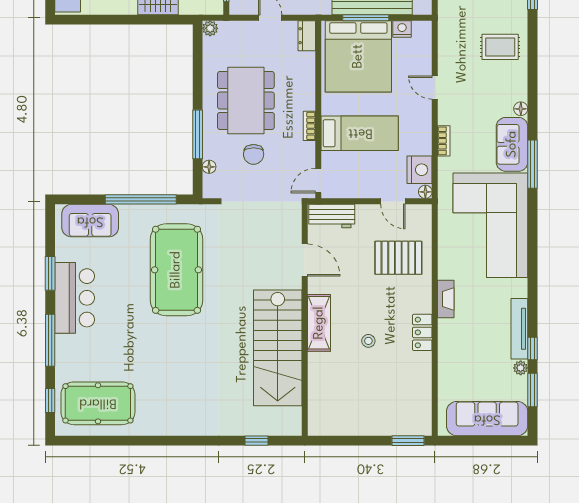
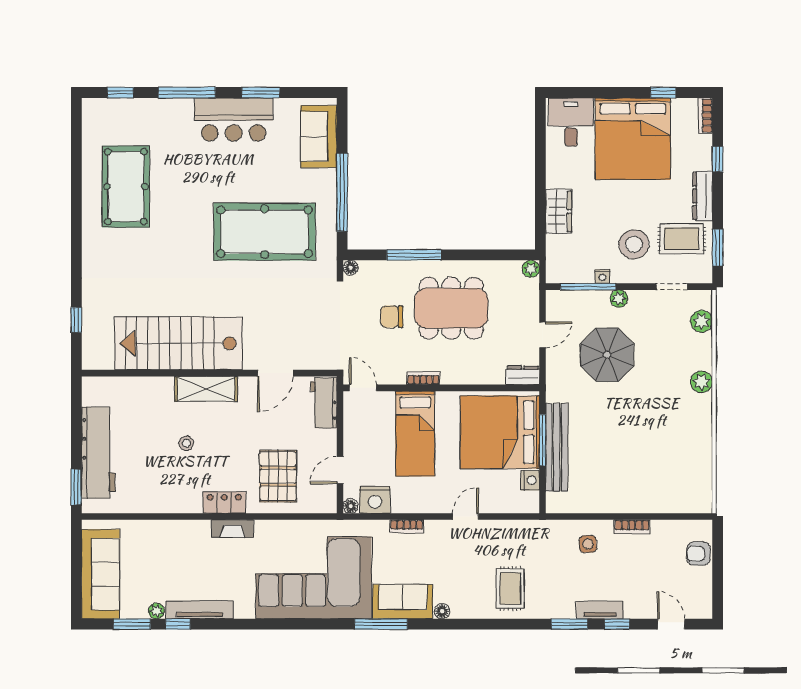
floor lamp: (209, 167) -> (351, 268), moved
locker: (422, 332) -> (224, 503), moved
pool table: (98, 403) -> (126, 187), moved
workbench: (377, 421) -> (98, 453), added

